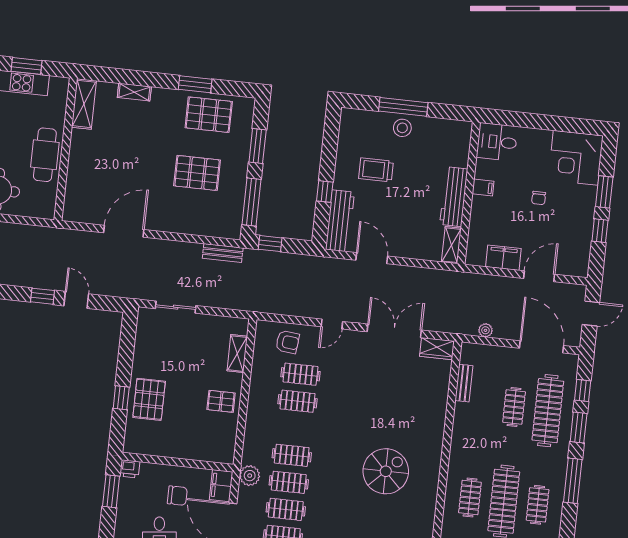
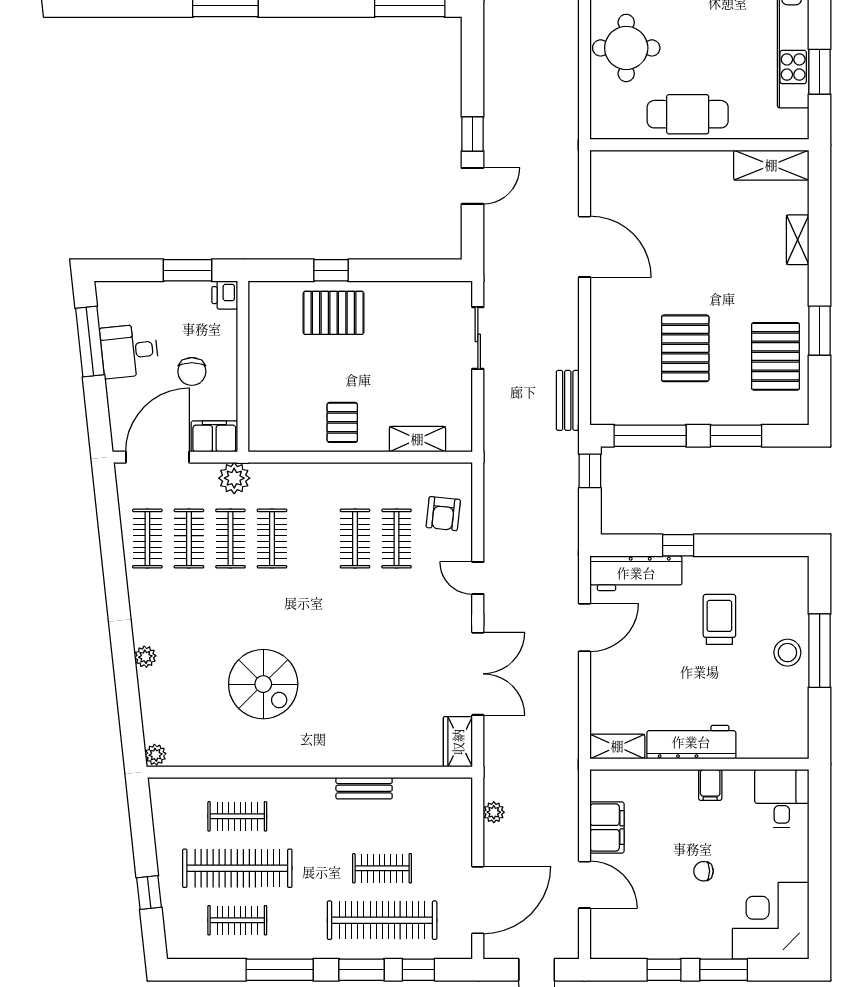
bench: (464, 383) -> (364, 788), moved

